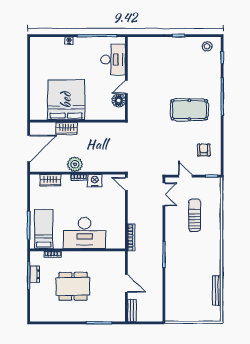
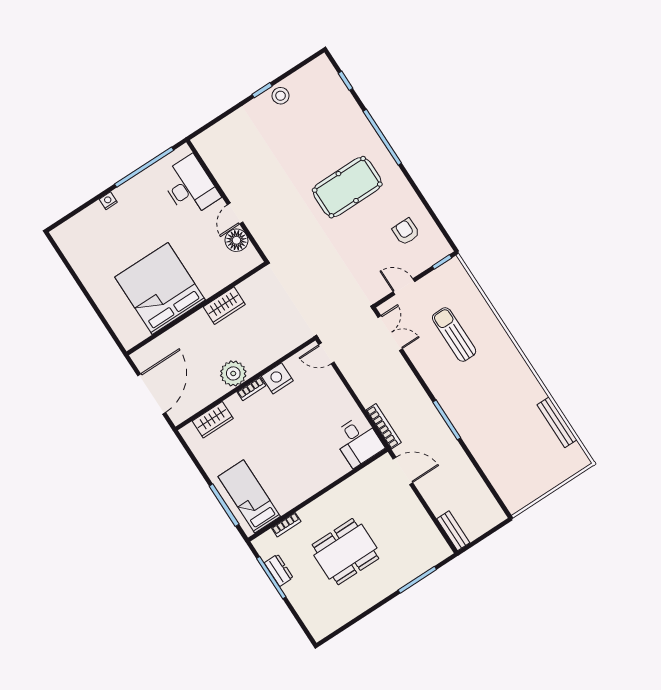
stool: (207, 46) -> (281, 96), moved
wardrobe: (67, 128) -> (224, 306), moved
desk: (85, 233) -> (358, 441), moved, width x0.53, depth x0.77
door: (126, 283) -> (403, 471), moved

